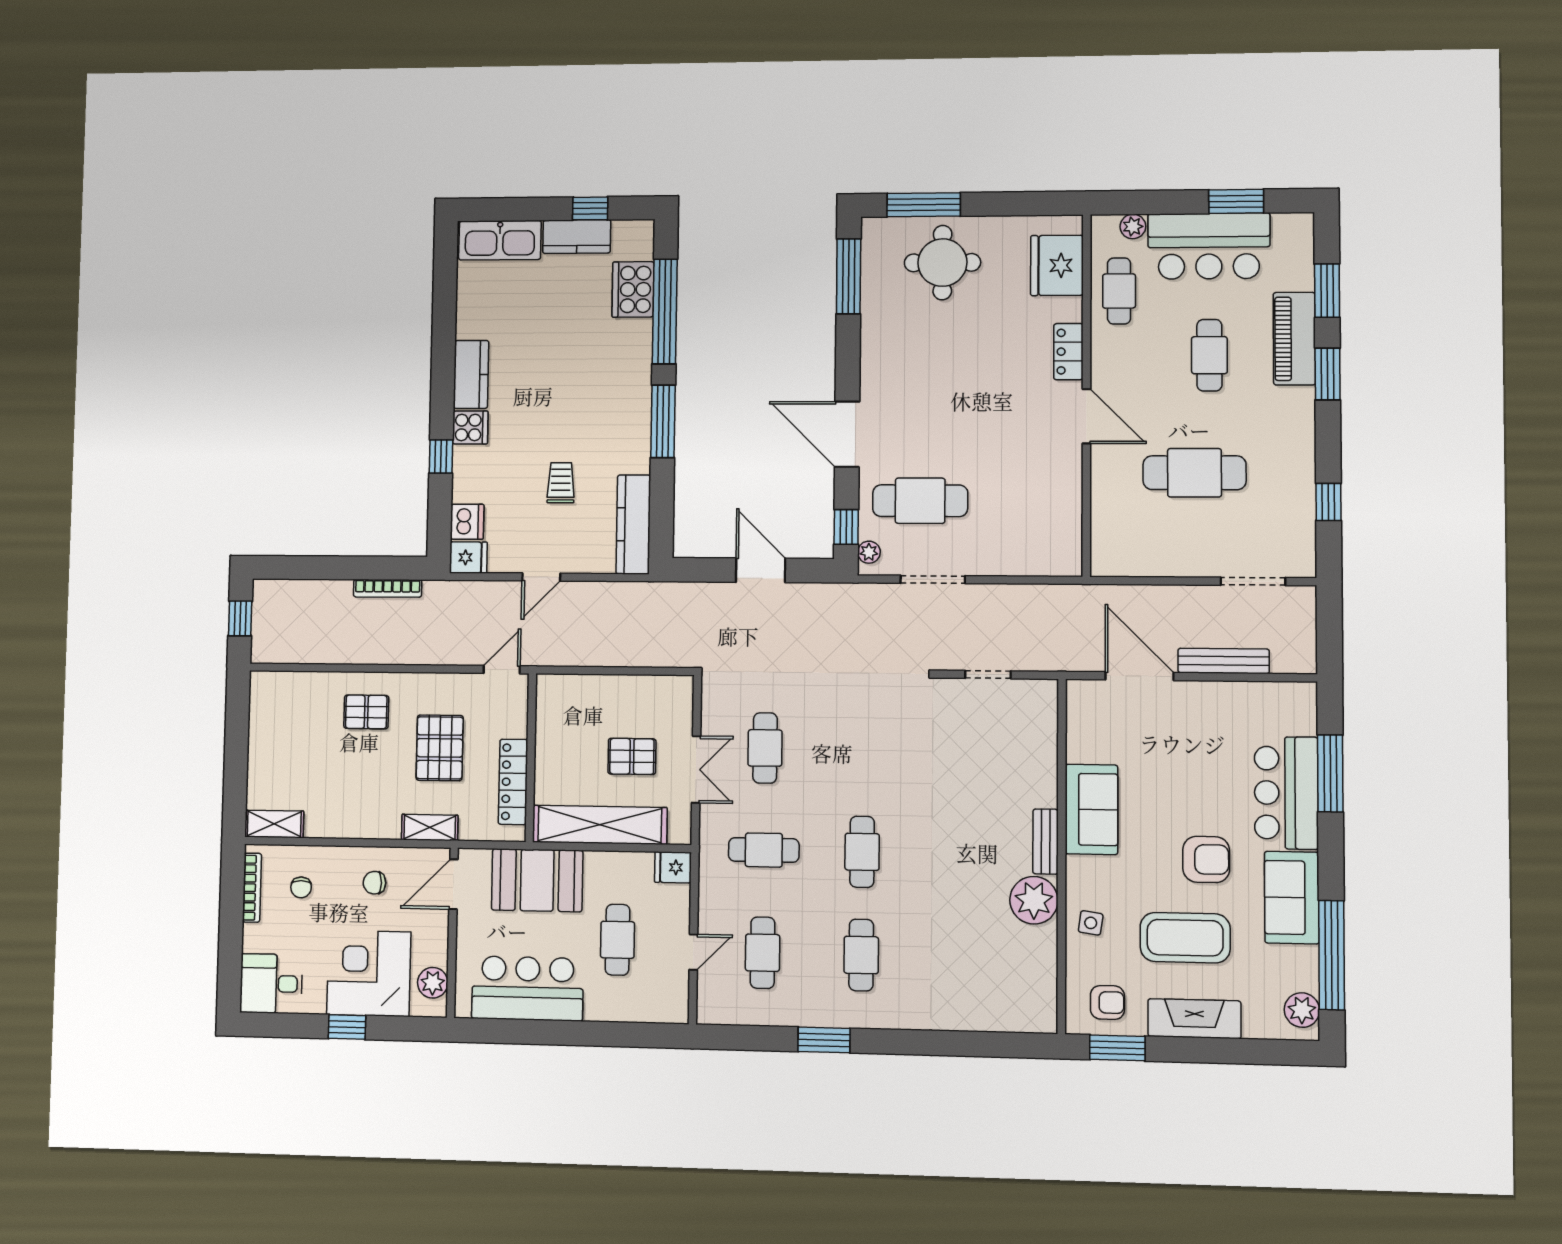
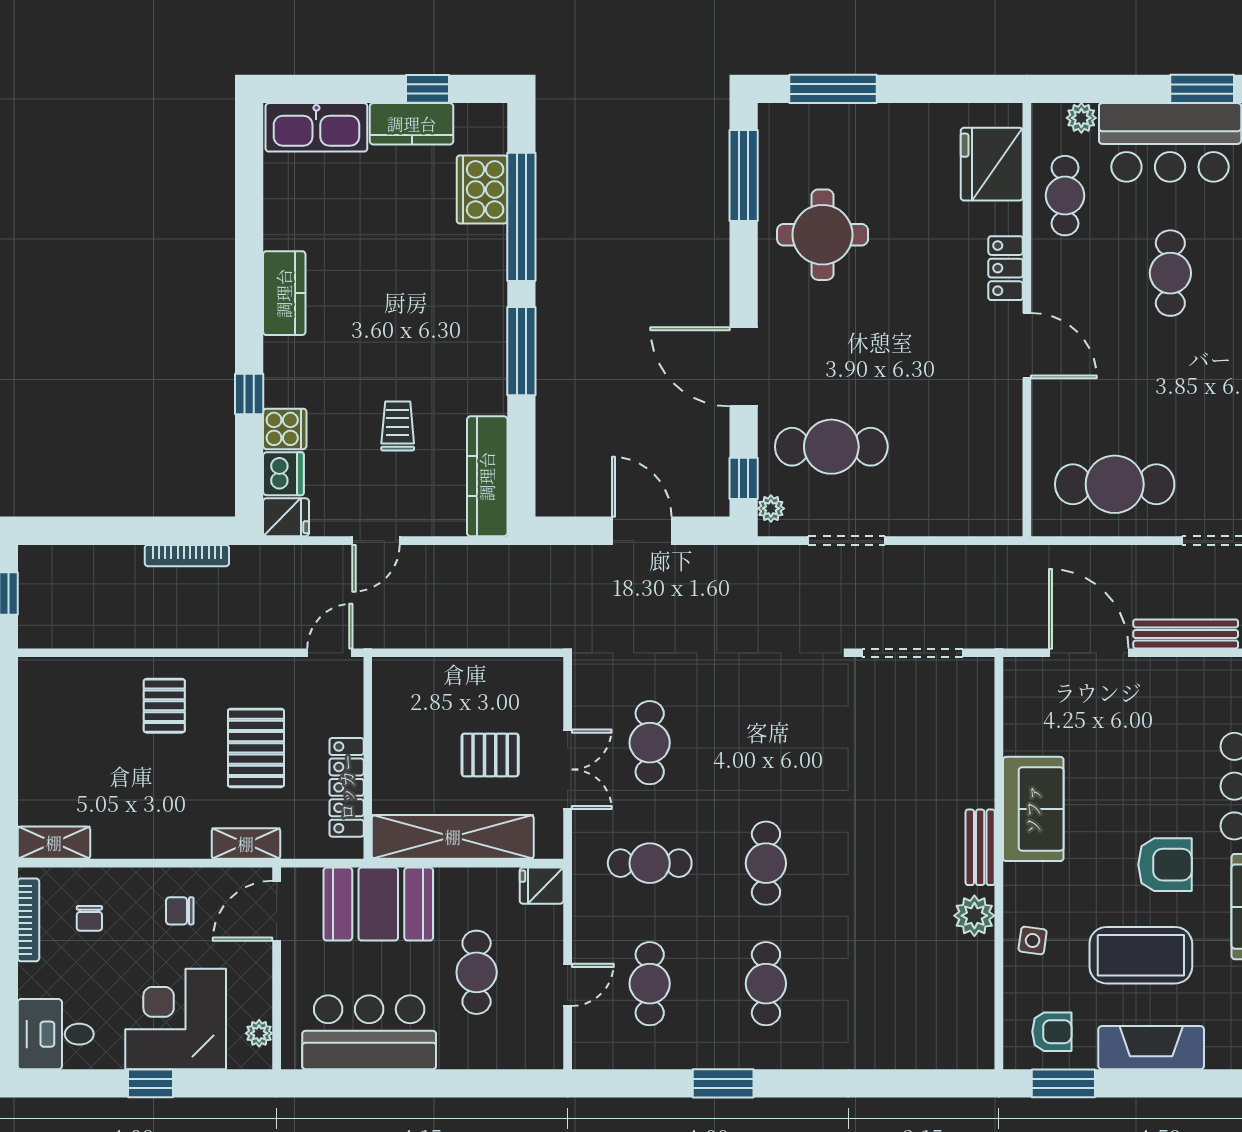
round table: (942, 263) -> (823, 235), moved
cooker: (470, 427) -> (285, 429), moved
cafe table: (1194, 473) -> (1115, 484), moved
doorway: (988, 675) -> (913, 653), width x1.87
pallet: (366, 712) -> (164, 706), turned 90
plant: (1034, 900) -> (974, 916), width x0.73, depth x0.73
plant: (433, 983) -> (259, 1033), width x0.73, depth x0.73

